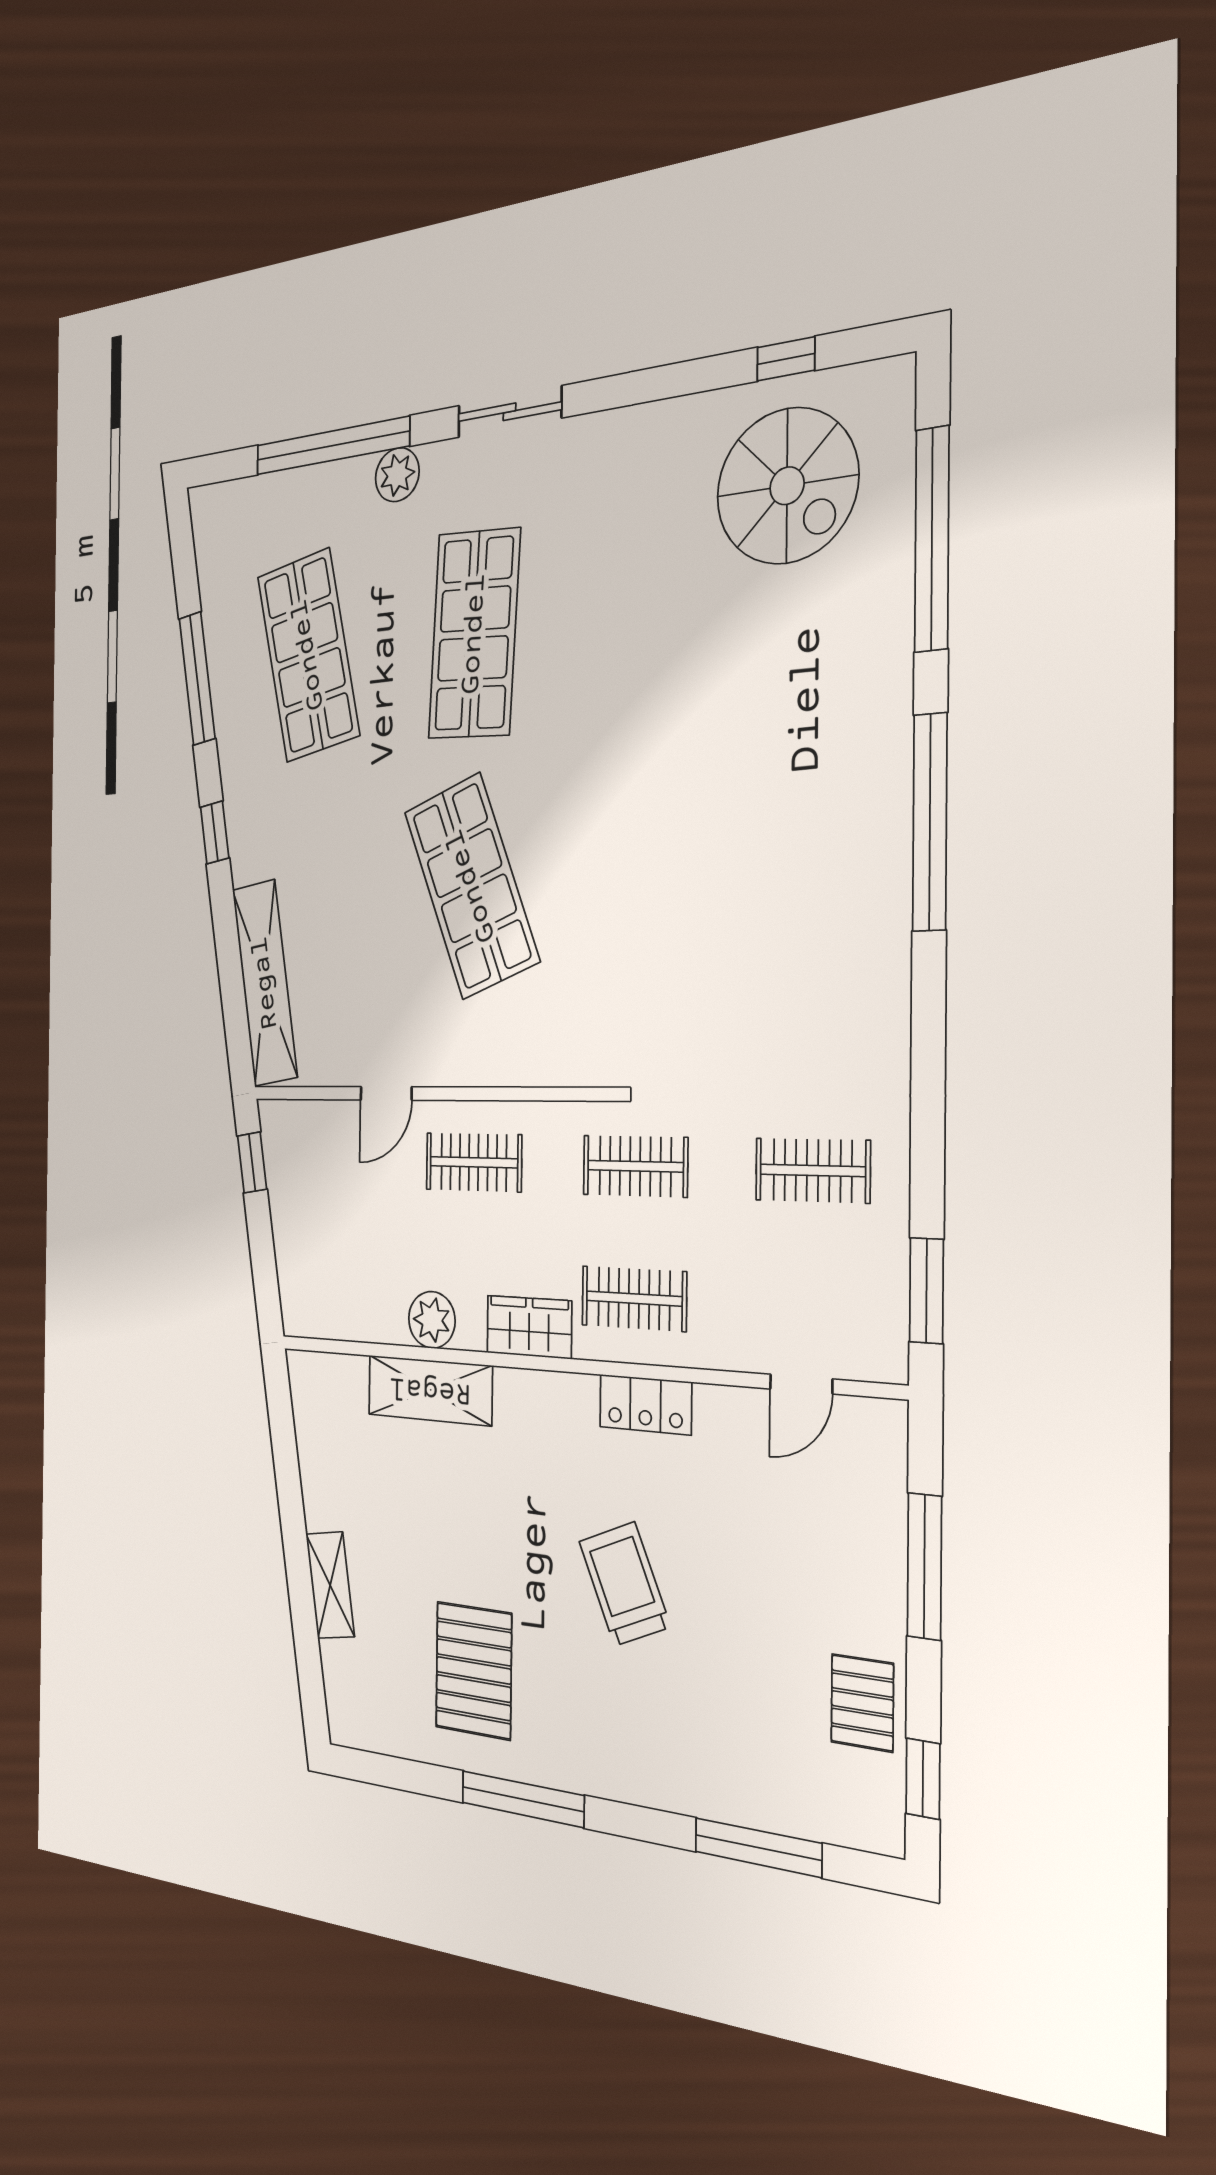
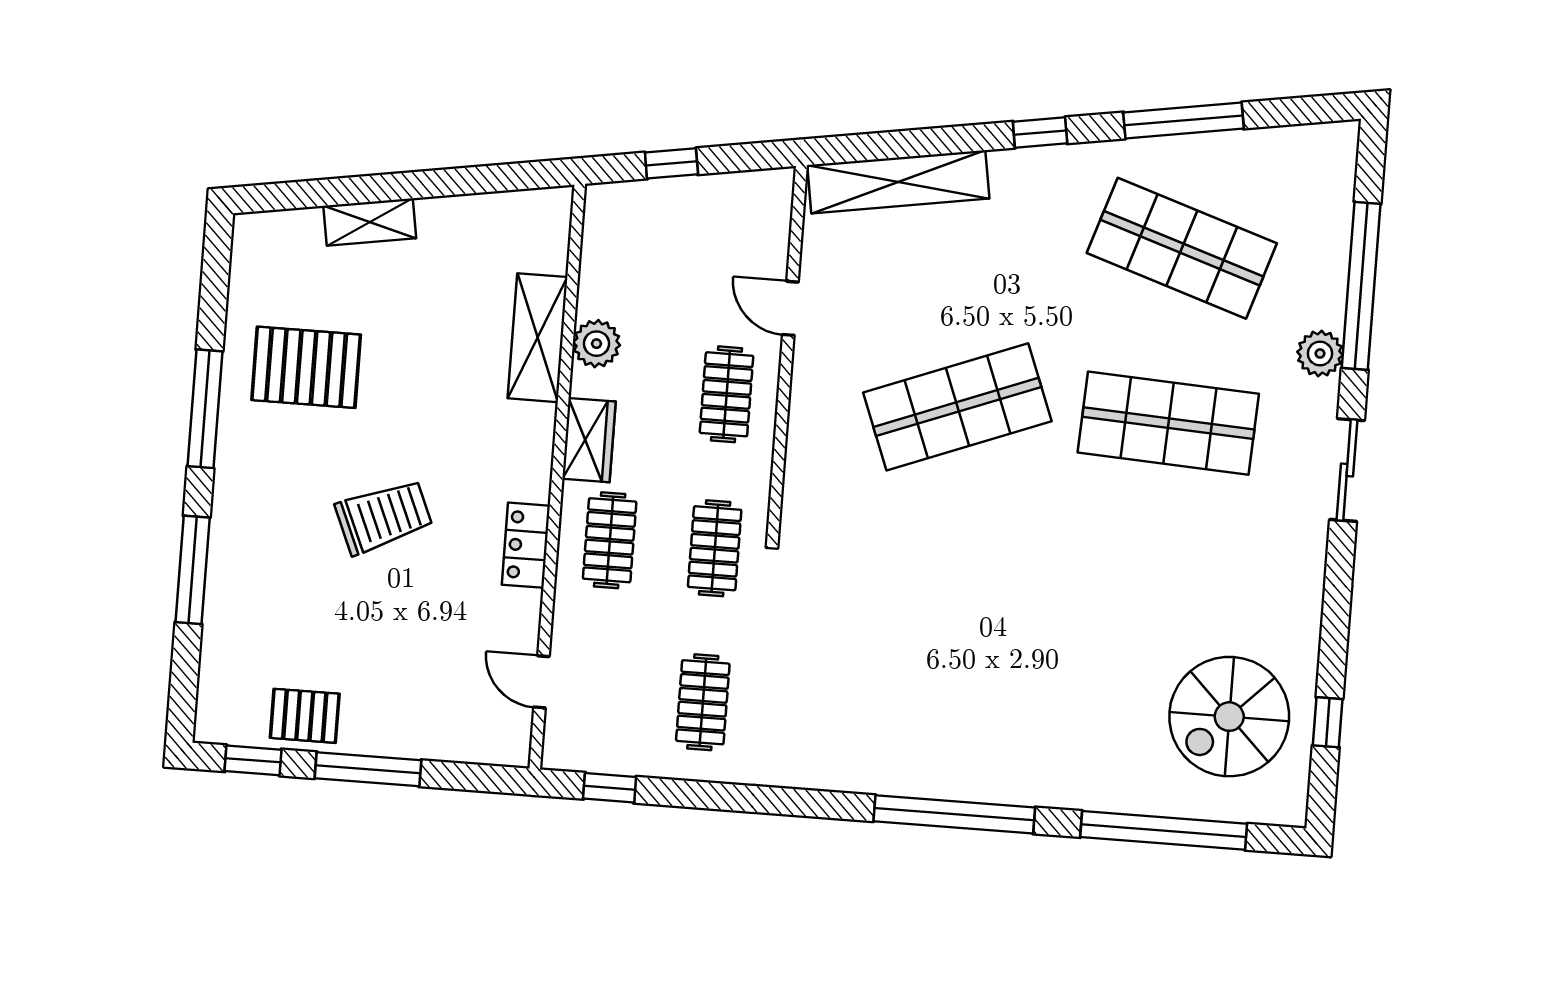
shop shelf: (308, 655) -> (1182, 248), turned 30
window: (252, 1162) -> (671, 163), moved
window: (926, 1291) -> (610, 788), width x0.67
window: (924, 1566) -> (368, 769), moved
window: (758, 1848) -> (193, 570), moved

